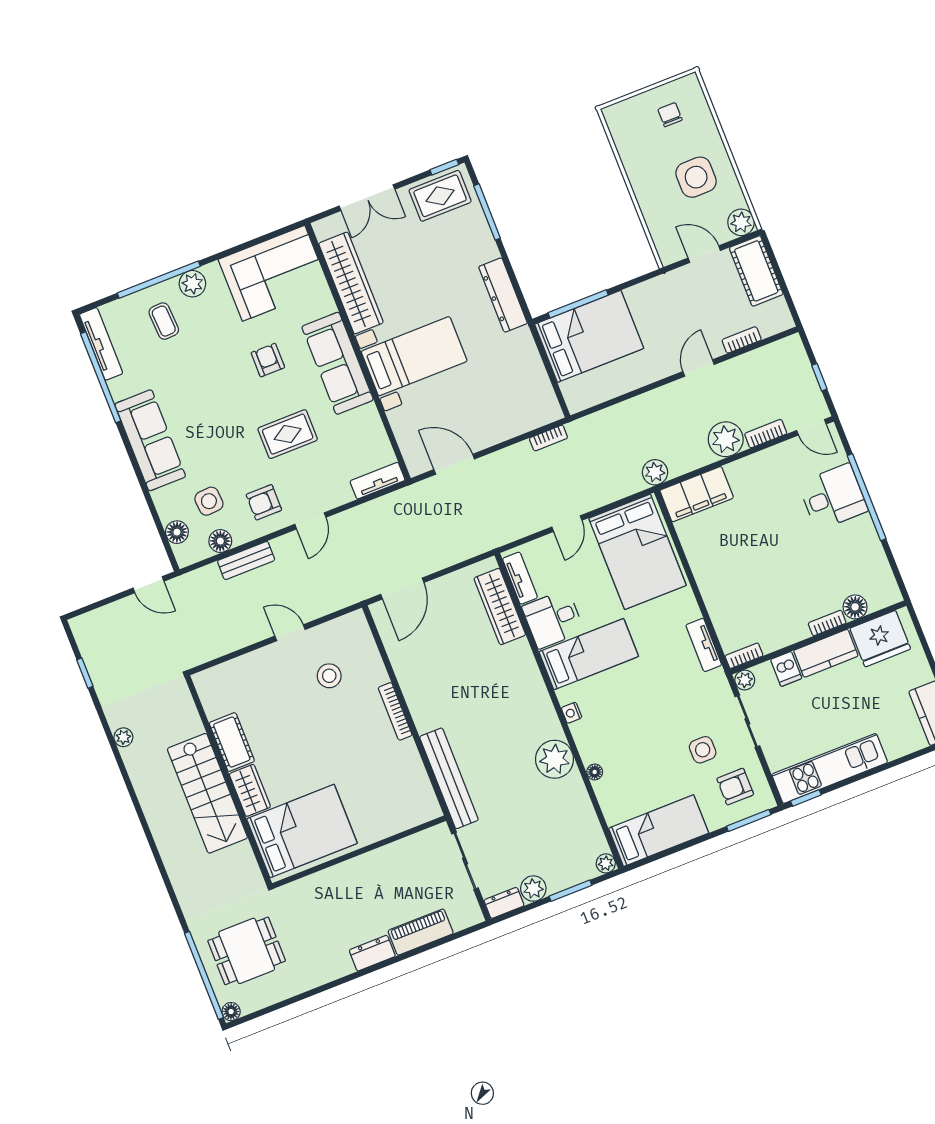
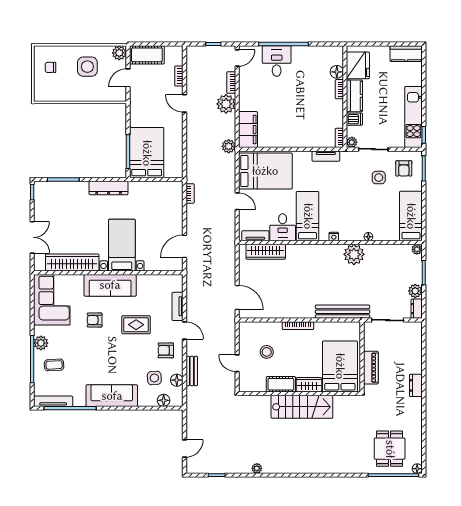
rug: (440, 196) -> (46, 200), removed
rug: (288, 434) -> (136, 325), turned 90
tv unit: (378, 481) -> (178, 306), moved
armchair: (264, 502) -> (166, 350), turned 90
door: (148, 585) -> (185, 448), moved
door: (290, 633) -> (237, 363), hinge flipped
cot: (232, 742) -> (281, 384), moved
wall: (228, 780) -> (300, 394), moved
wardrobe: (250, 790) -> (309, 385), moved
stairs: (207, 793) -> (302, 407), moved
bed: (302, 831) -> (340, 366), moved
piano: (421, 932) -> (371, 368), moved, turned 180

